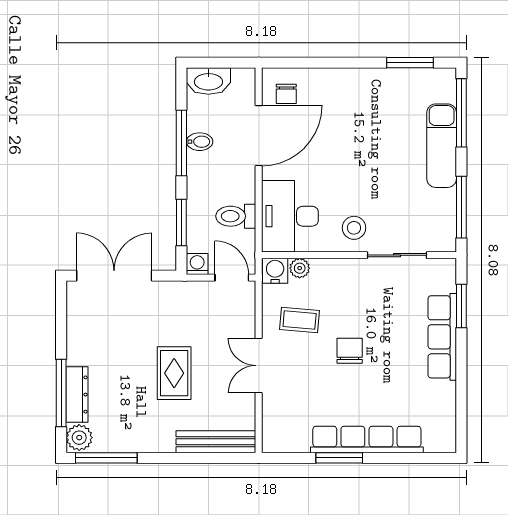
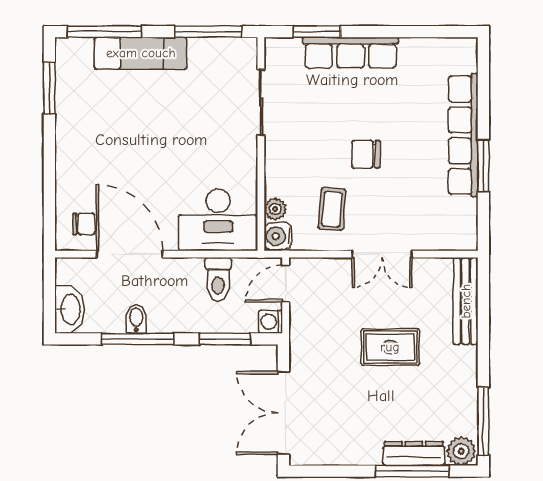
stool: (354, 228) -> (231, 149), removed

